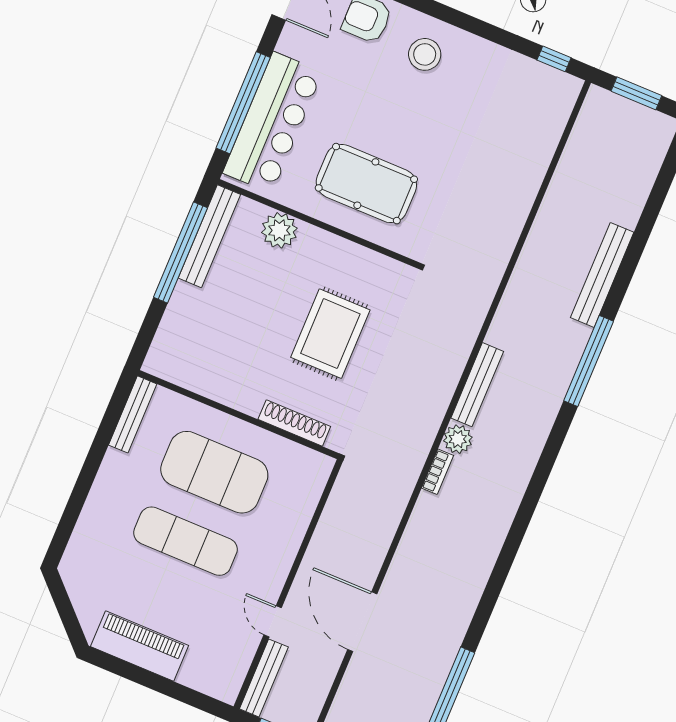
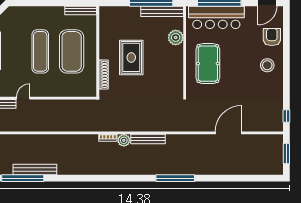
bench: (602, 275) -> (35, 170), moved
rug: (330, 334) -> (131, 57), moved, turned 90
door: (362, 622) -> (228, 133), moved

